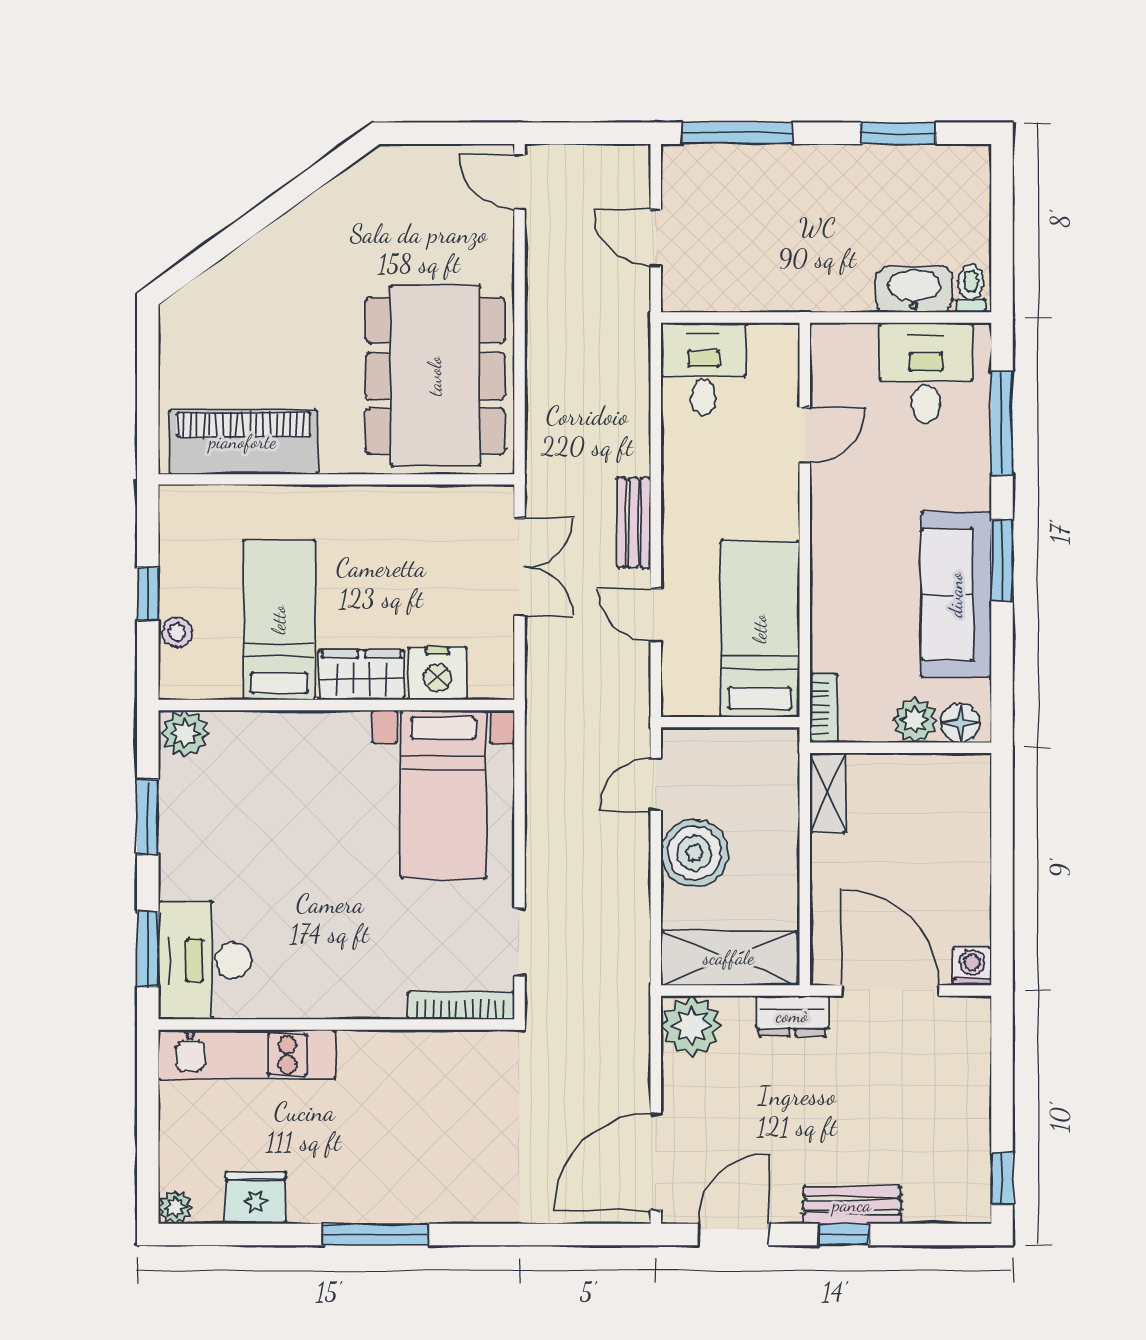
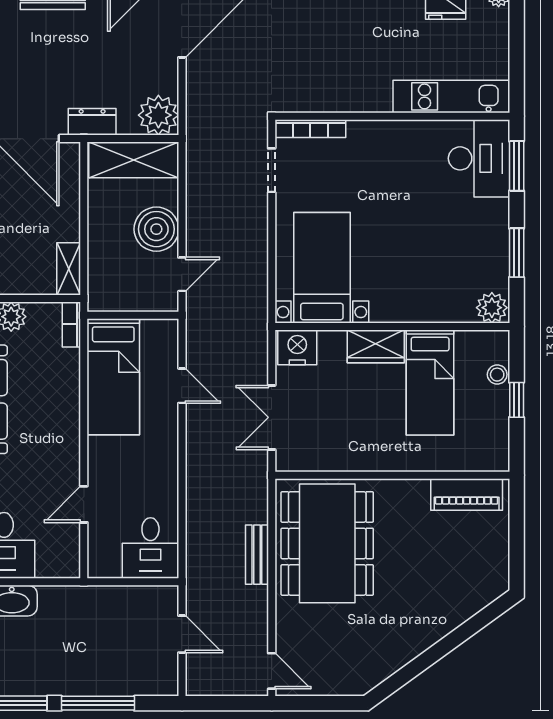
window: (737, 133) -> (98, 703), moved
piano: (243, 442) -> (467, 495), width x0.73, depth x0.75
bench: (633, 523) -> (257, 555), moved
nightstand: (438, 673) -> (297, 347), moved

